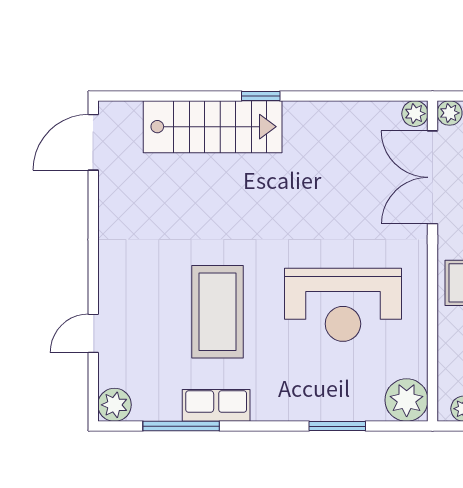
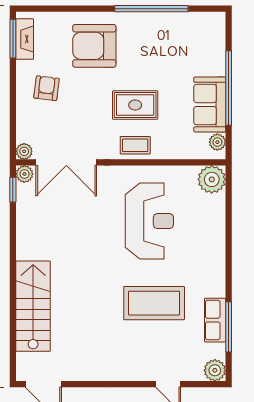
window: (261, 96) -> (13, 190), moved
row of seats: (216, 405) -> (215, 320), moved
window: (337, 426) -> (229, 225), removed

